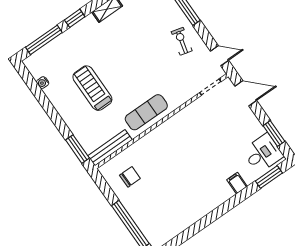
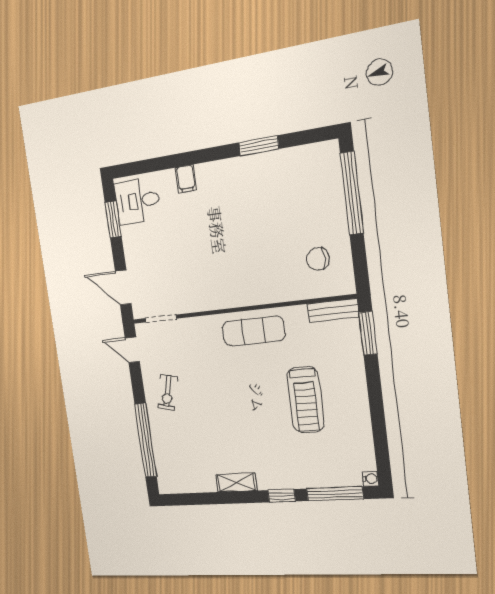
water cooler: (43, 83) -> (370, 479), moved
bench: (110, 148) -> (333, 311), width x0.73
window: (269, 177) -> (259, 146), moved

